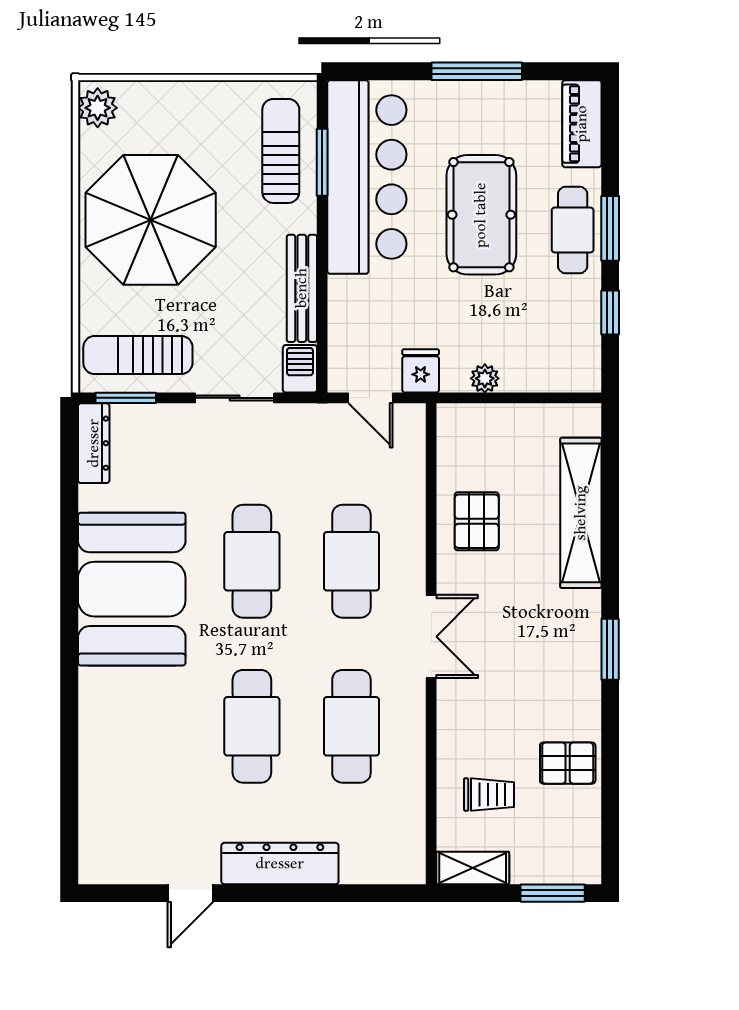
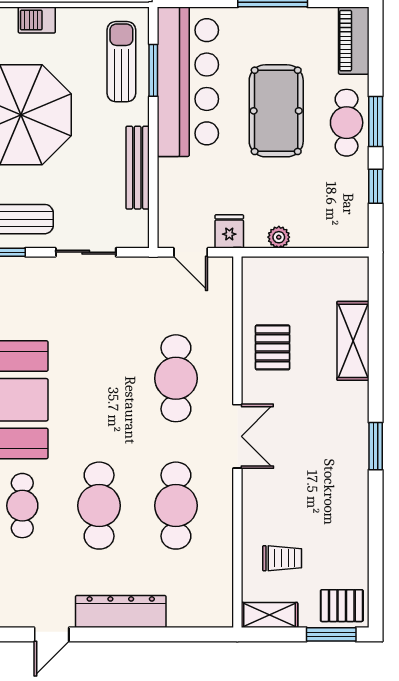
barbecue: (300, 369) -> (37, 20), moved, turned -90
shelving: (581, 513) -> (353, 341), width x0.68
cafe table: (252, 561) -> (22, 506), moved, width x0.73, depth x0.74
pallet: (568, 763) -> (342, 606), moved

